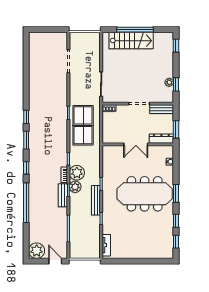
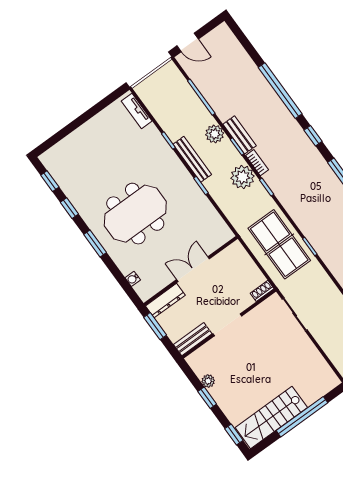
stairs: (131, 41) -> (271, 417), moved
window: (176, 84) -> (207, 398), moved
plant: (75, 187) -> (215, 134), moved
meeting table: (145, 194) -> (135, 214), width x0.73
plant: (37, 251) -> (222, 38), removed

